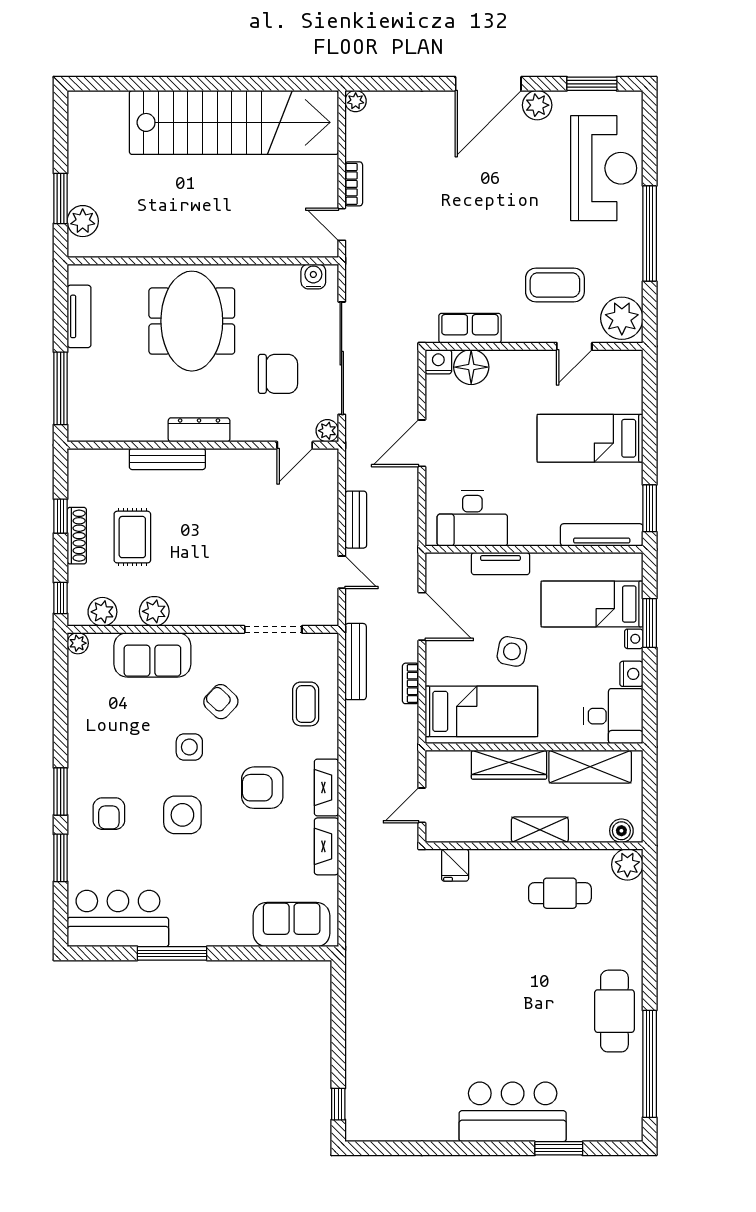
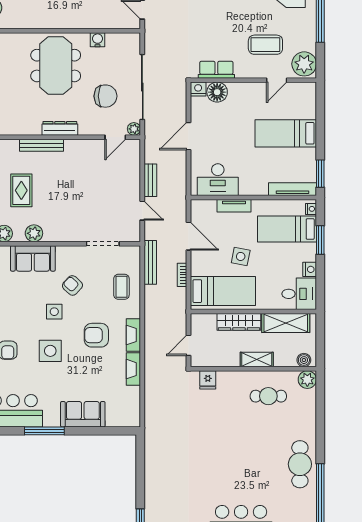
water cooler: (313, 276) -> (98, 40), moved
nightstand: (634, 639) -> (311, 209), moved
sofa: (292, 925) -> (83, 414), moved

